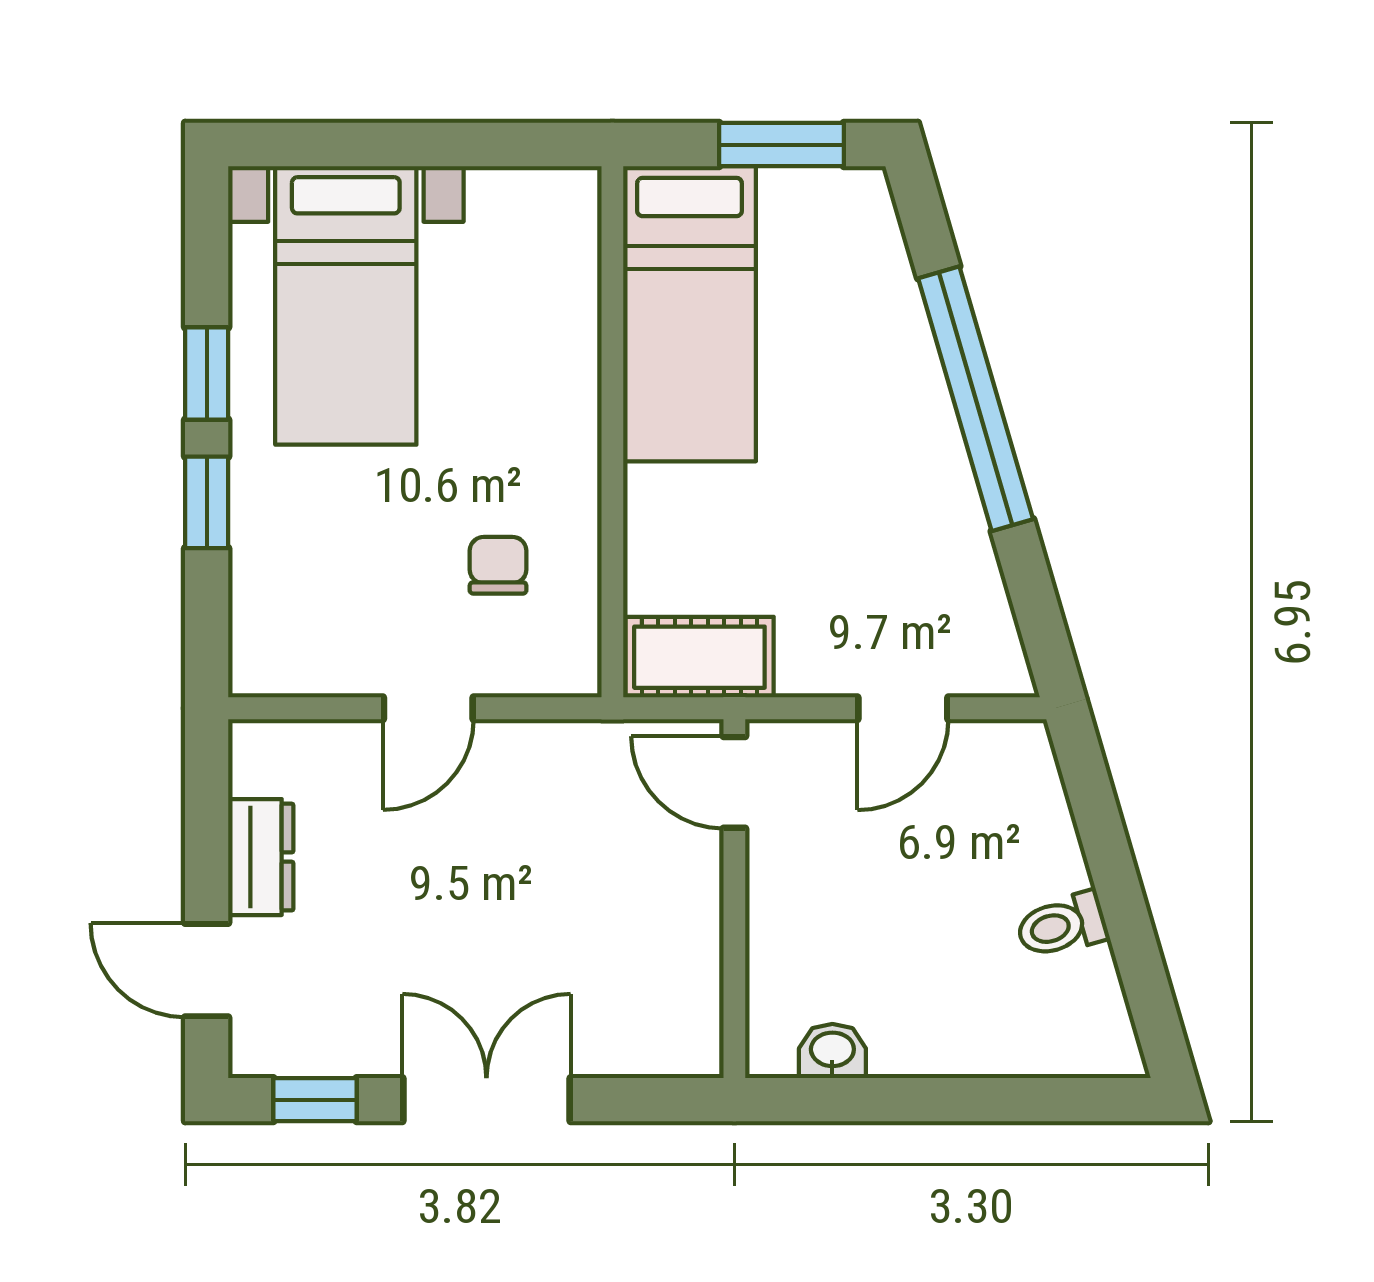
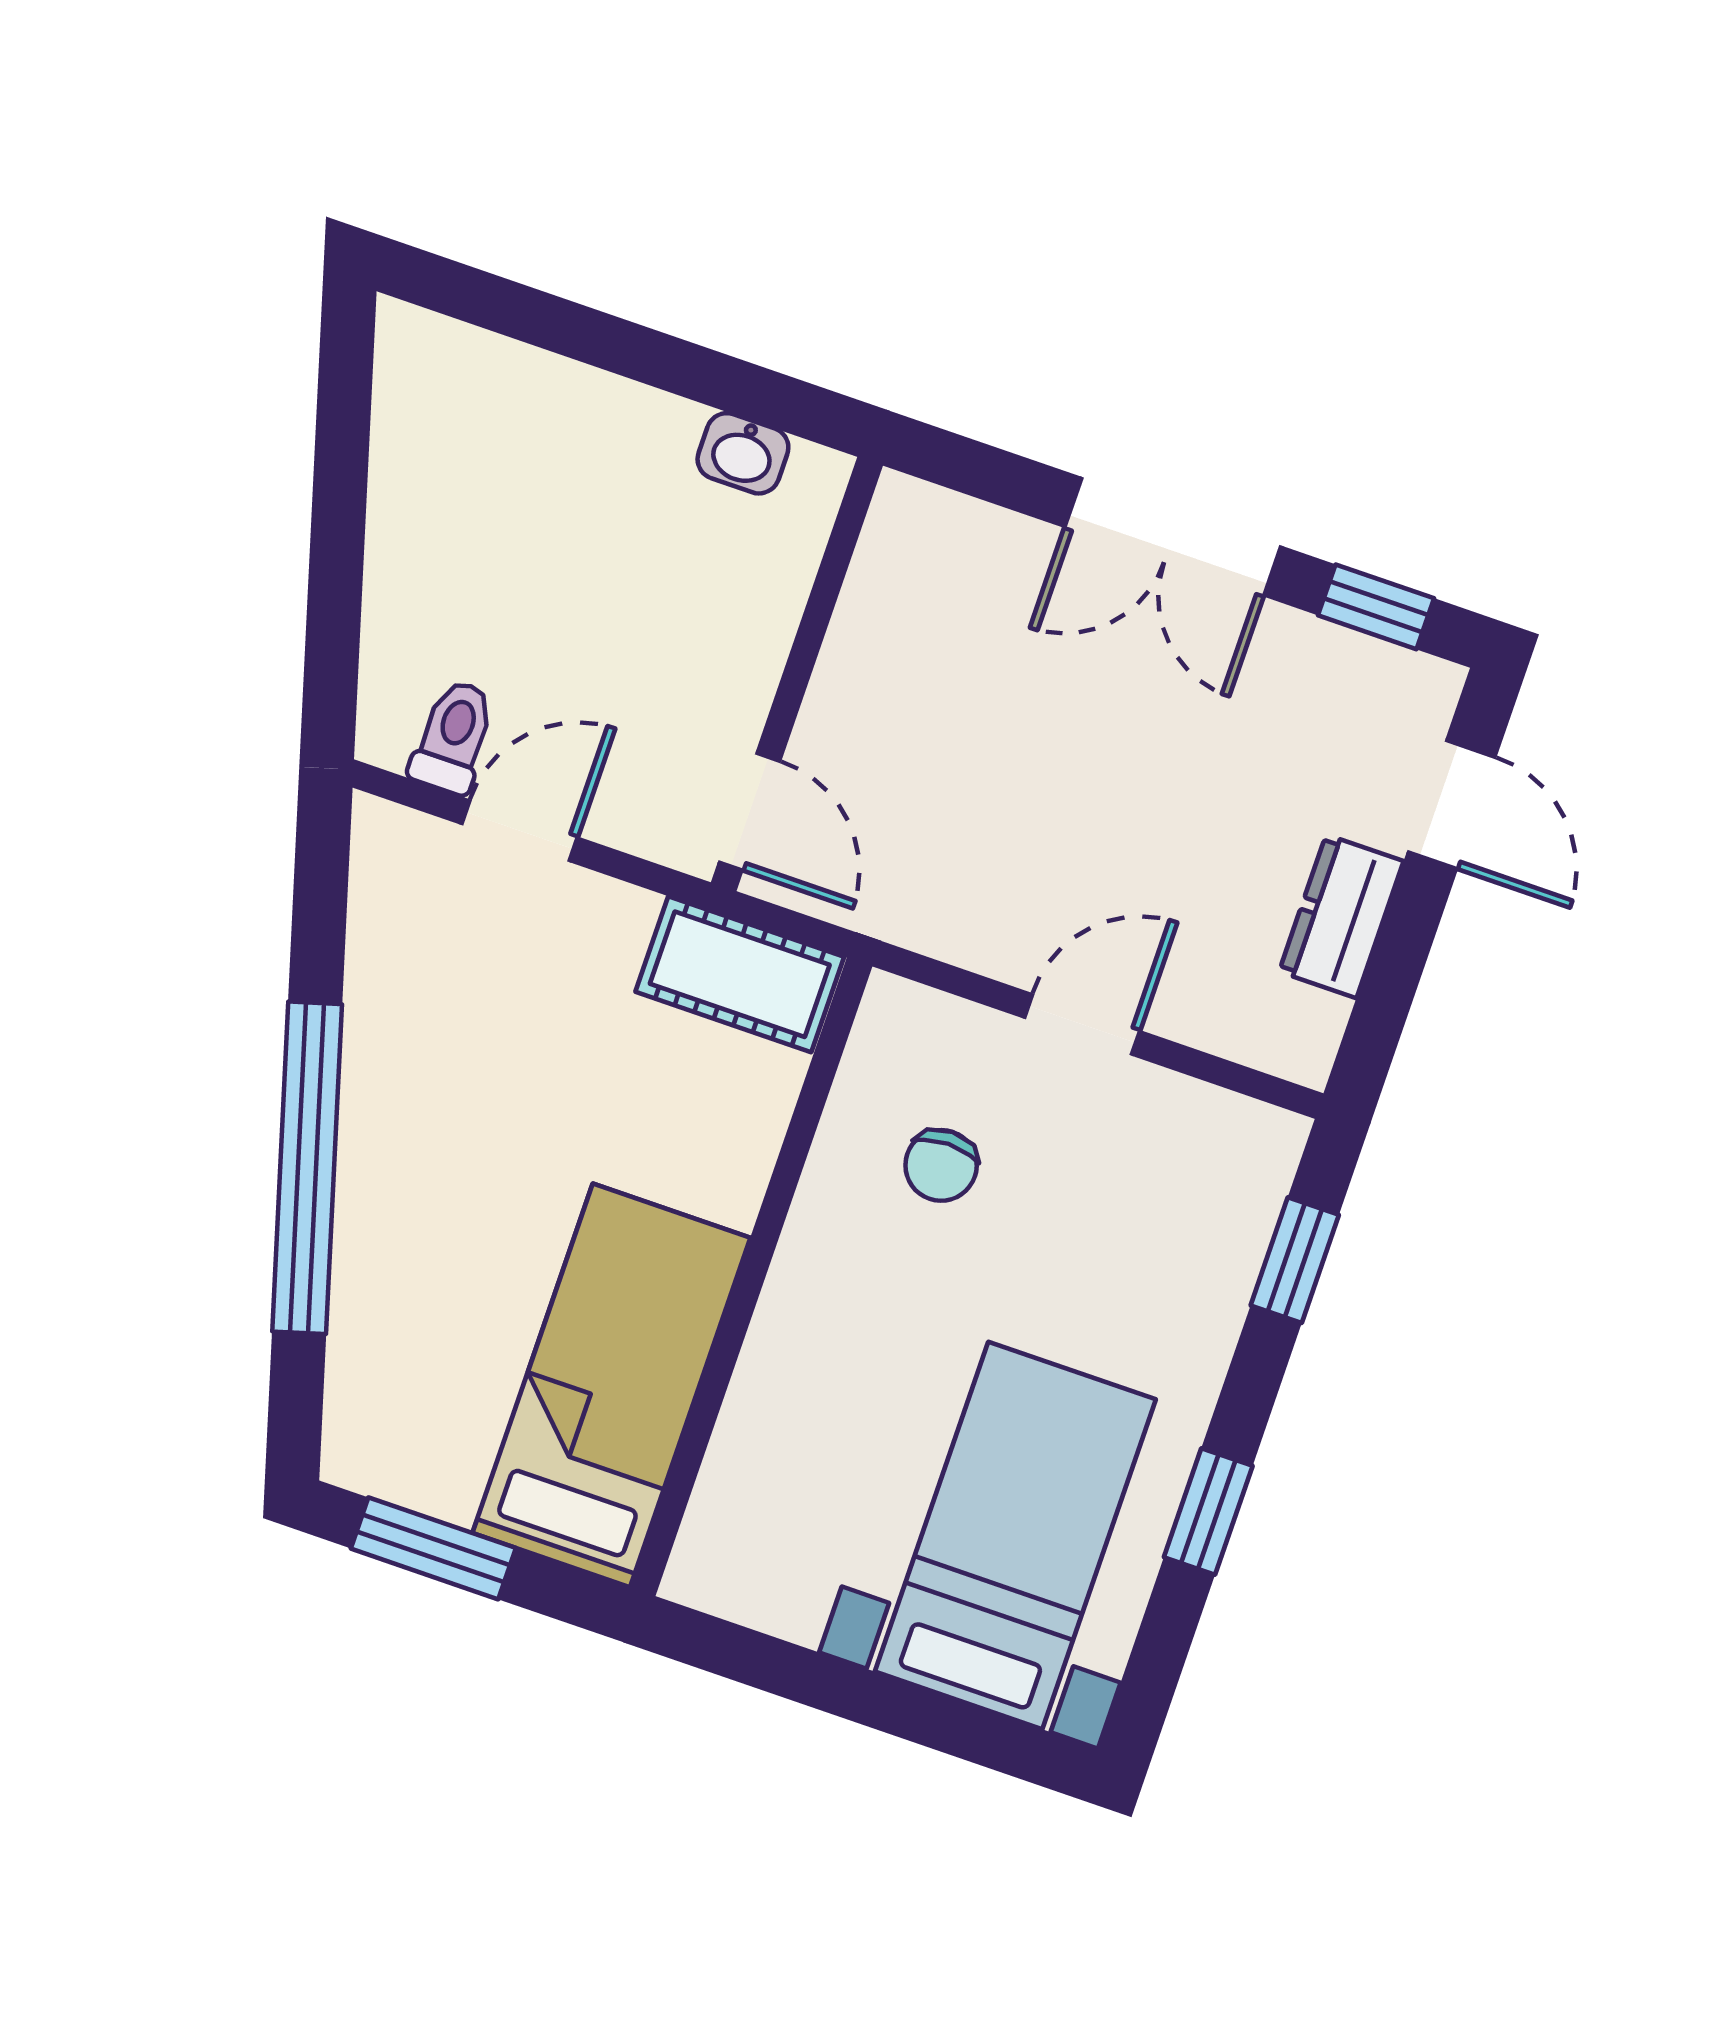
window: (207, 502) -> (1295, 1260), moved
toilet: (1062, 925) -> (453, 737), moved, turned -74

